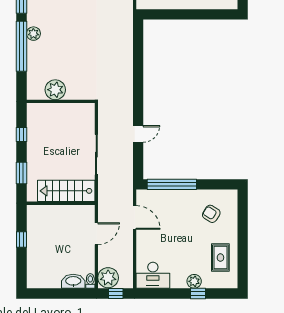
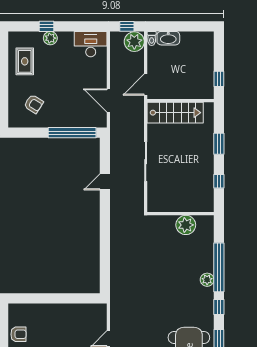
stairs: (66, 191) -> (175, 113), moved
wall: (61, 203) -> (181, 101), moved

